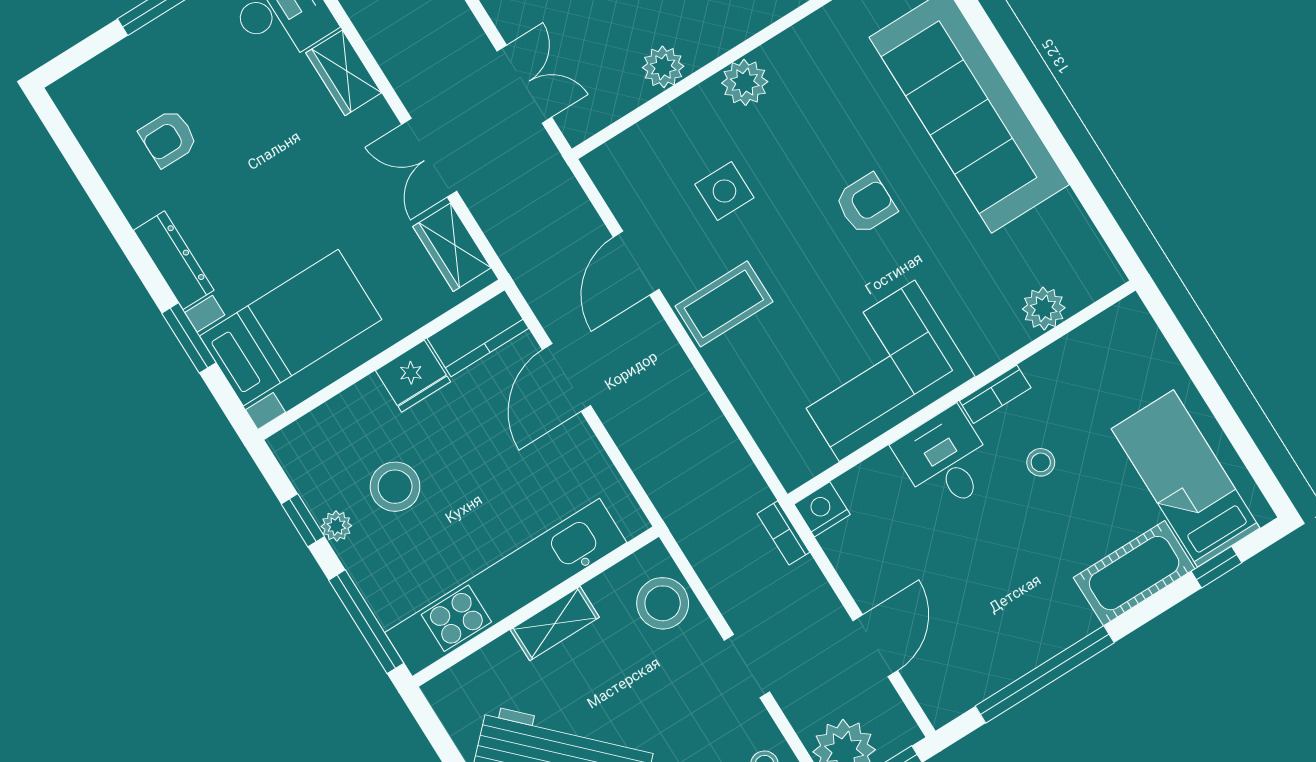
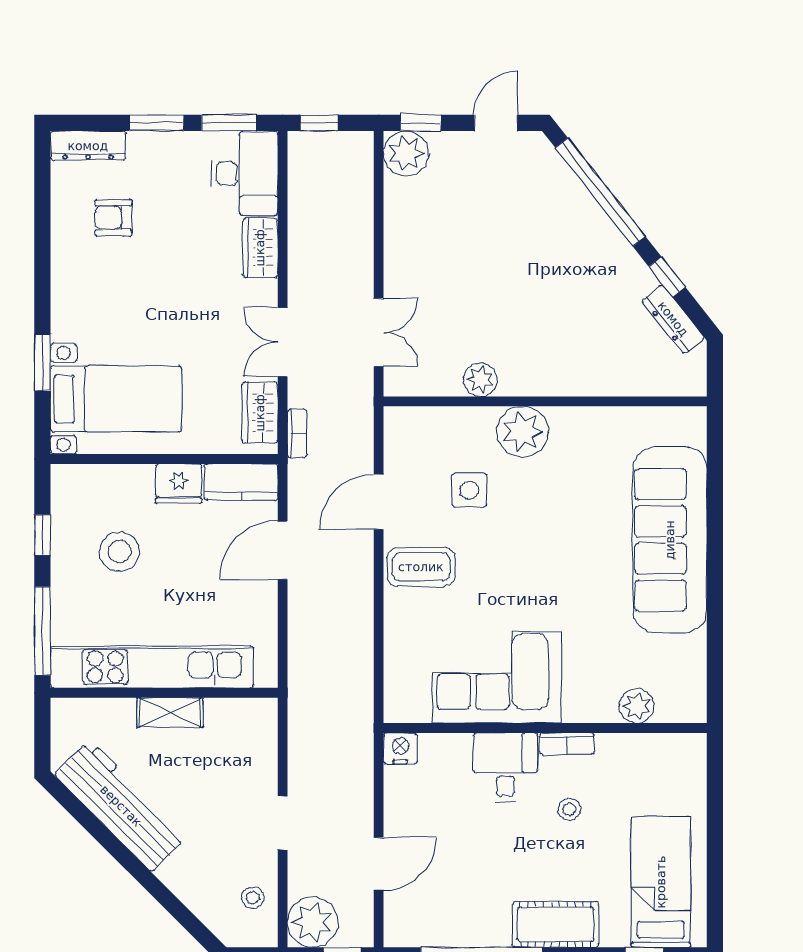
plant: (745, 82) -> (523, 432), width x1.36, depth x1.36
armchair: (866, 204) -> (560, 559), removed
dresser: (174, 260) -> (88, 146), moved, turned 90
plant: (336, 526) -> (63, 553), removed
bookcase: (783, 533) -> (297, 433), moved, turned 180
cot: (1134, 573) -> (556, 924), moved
stool: (663, 603) -> (252, 744), removed

